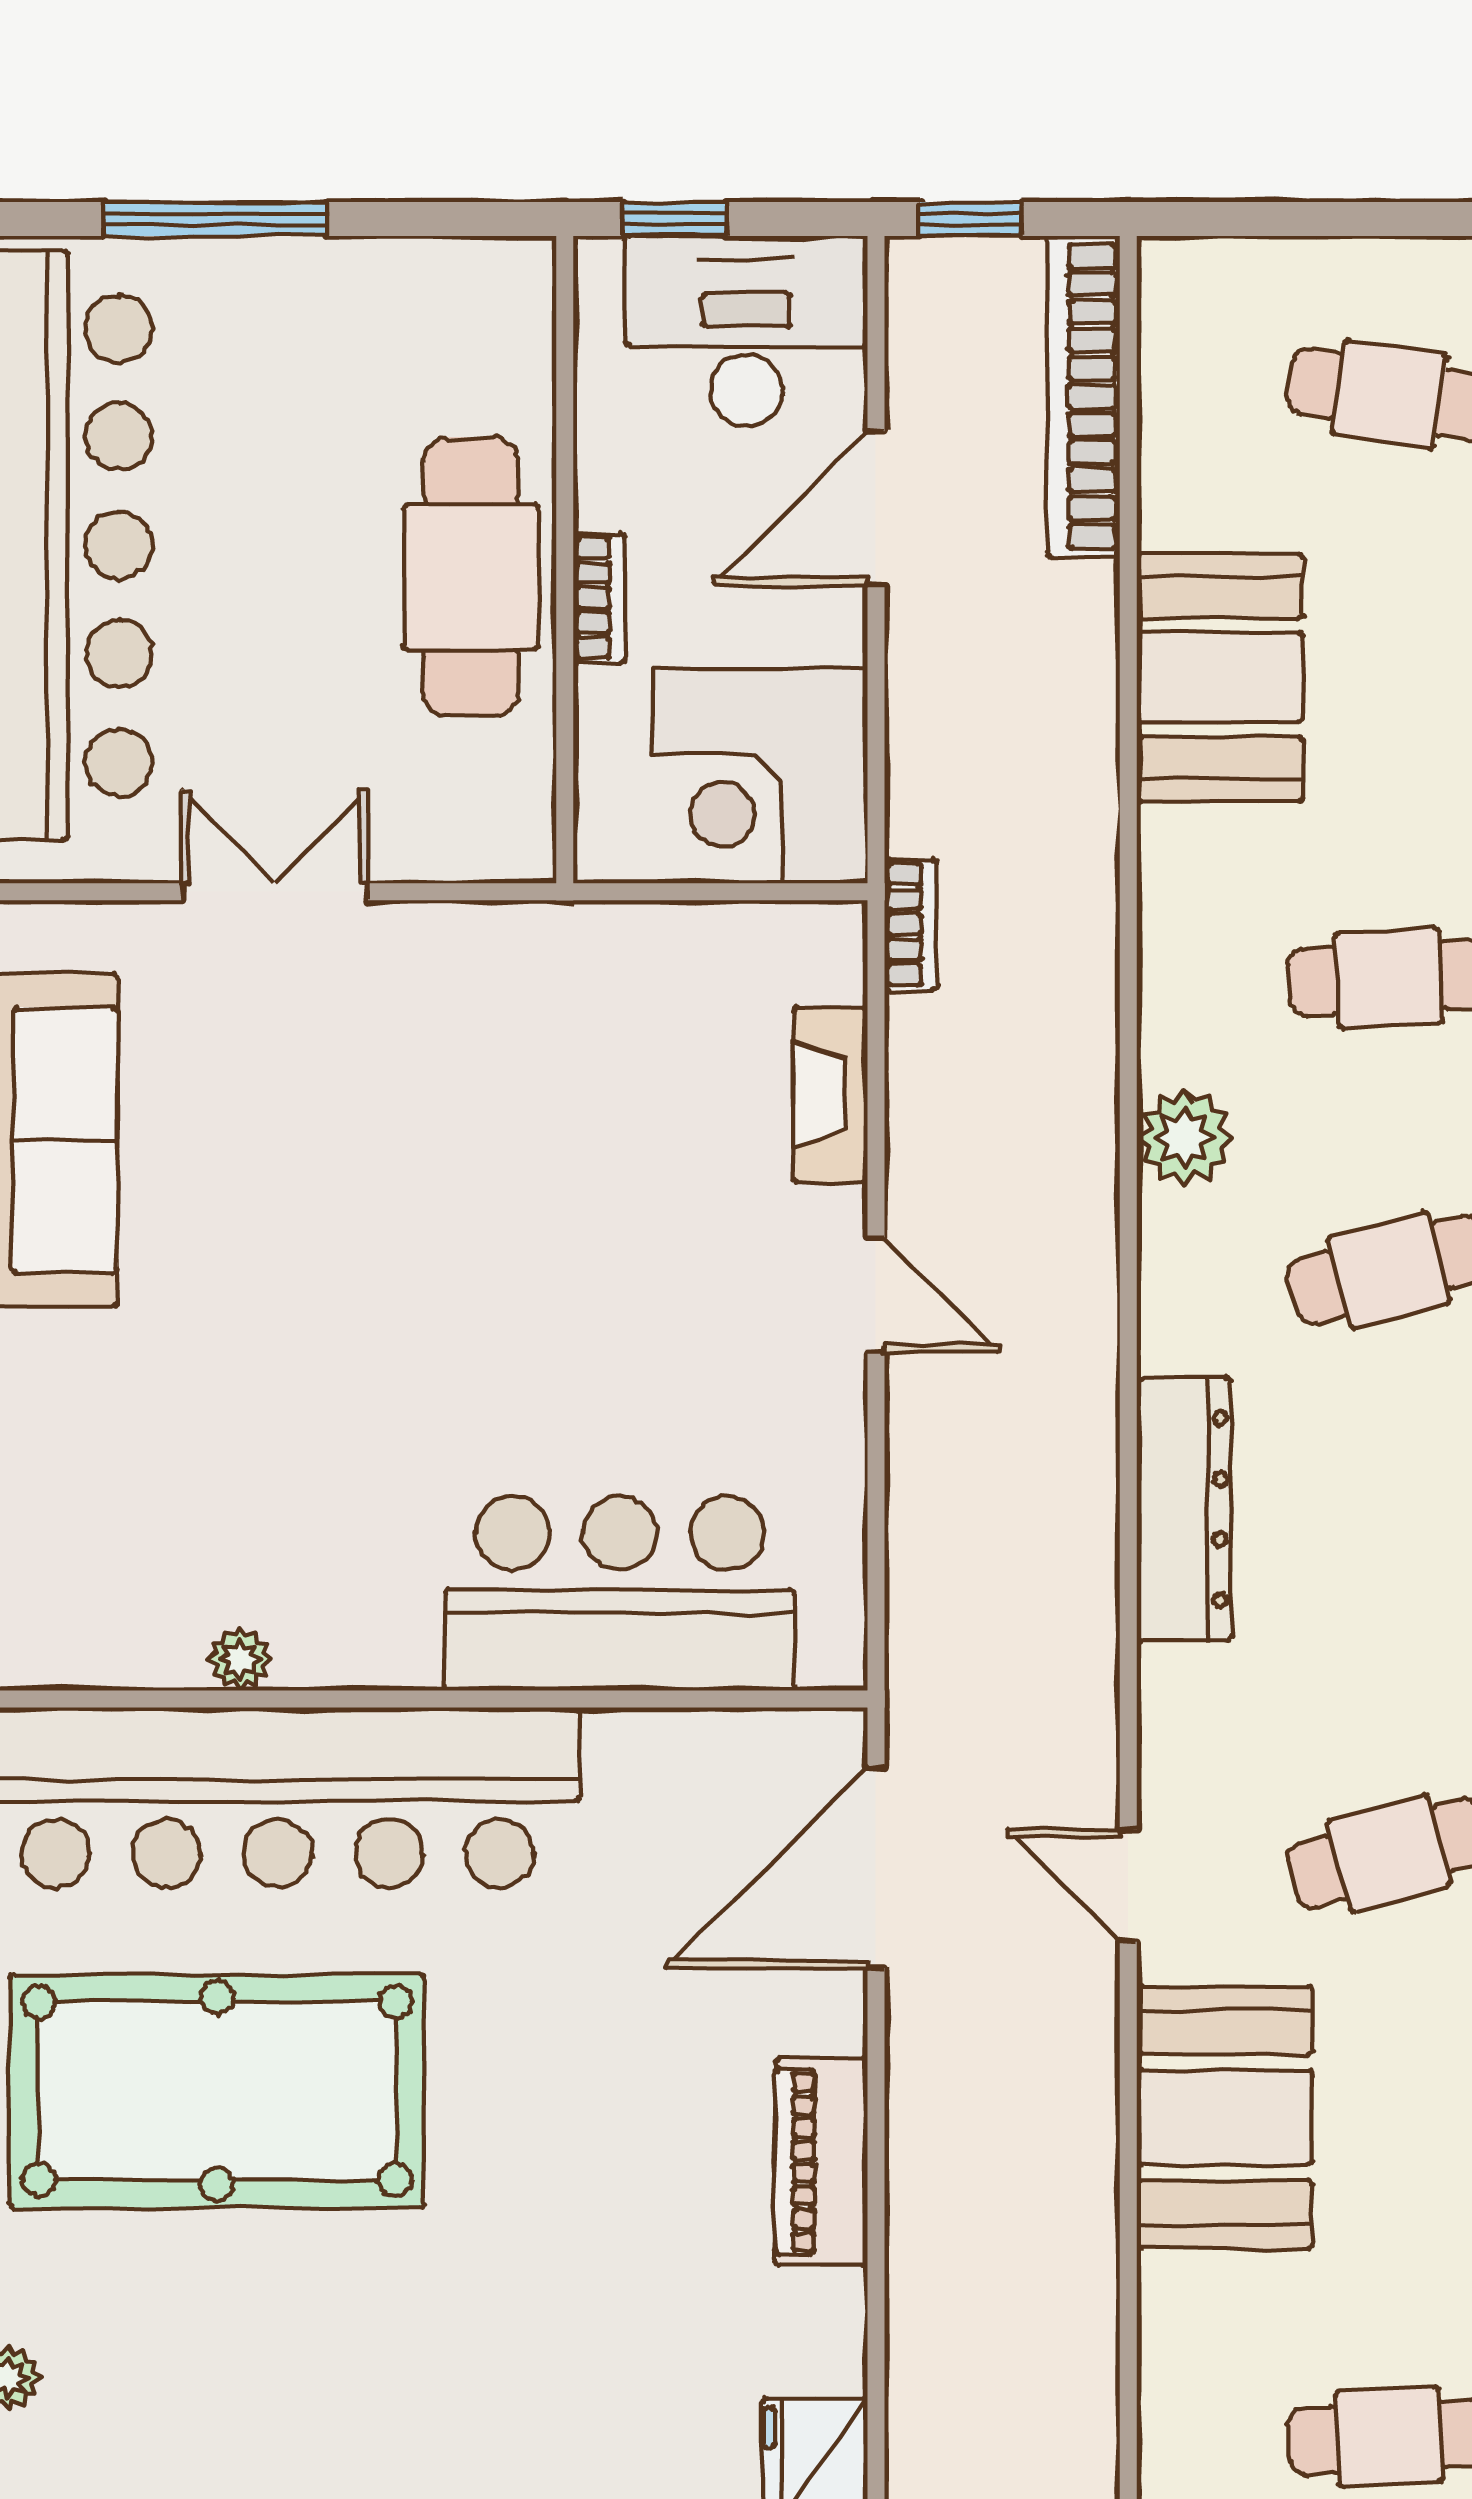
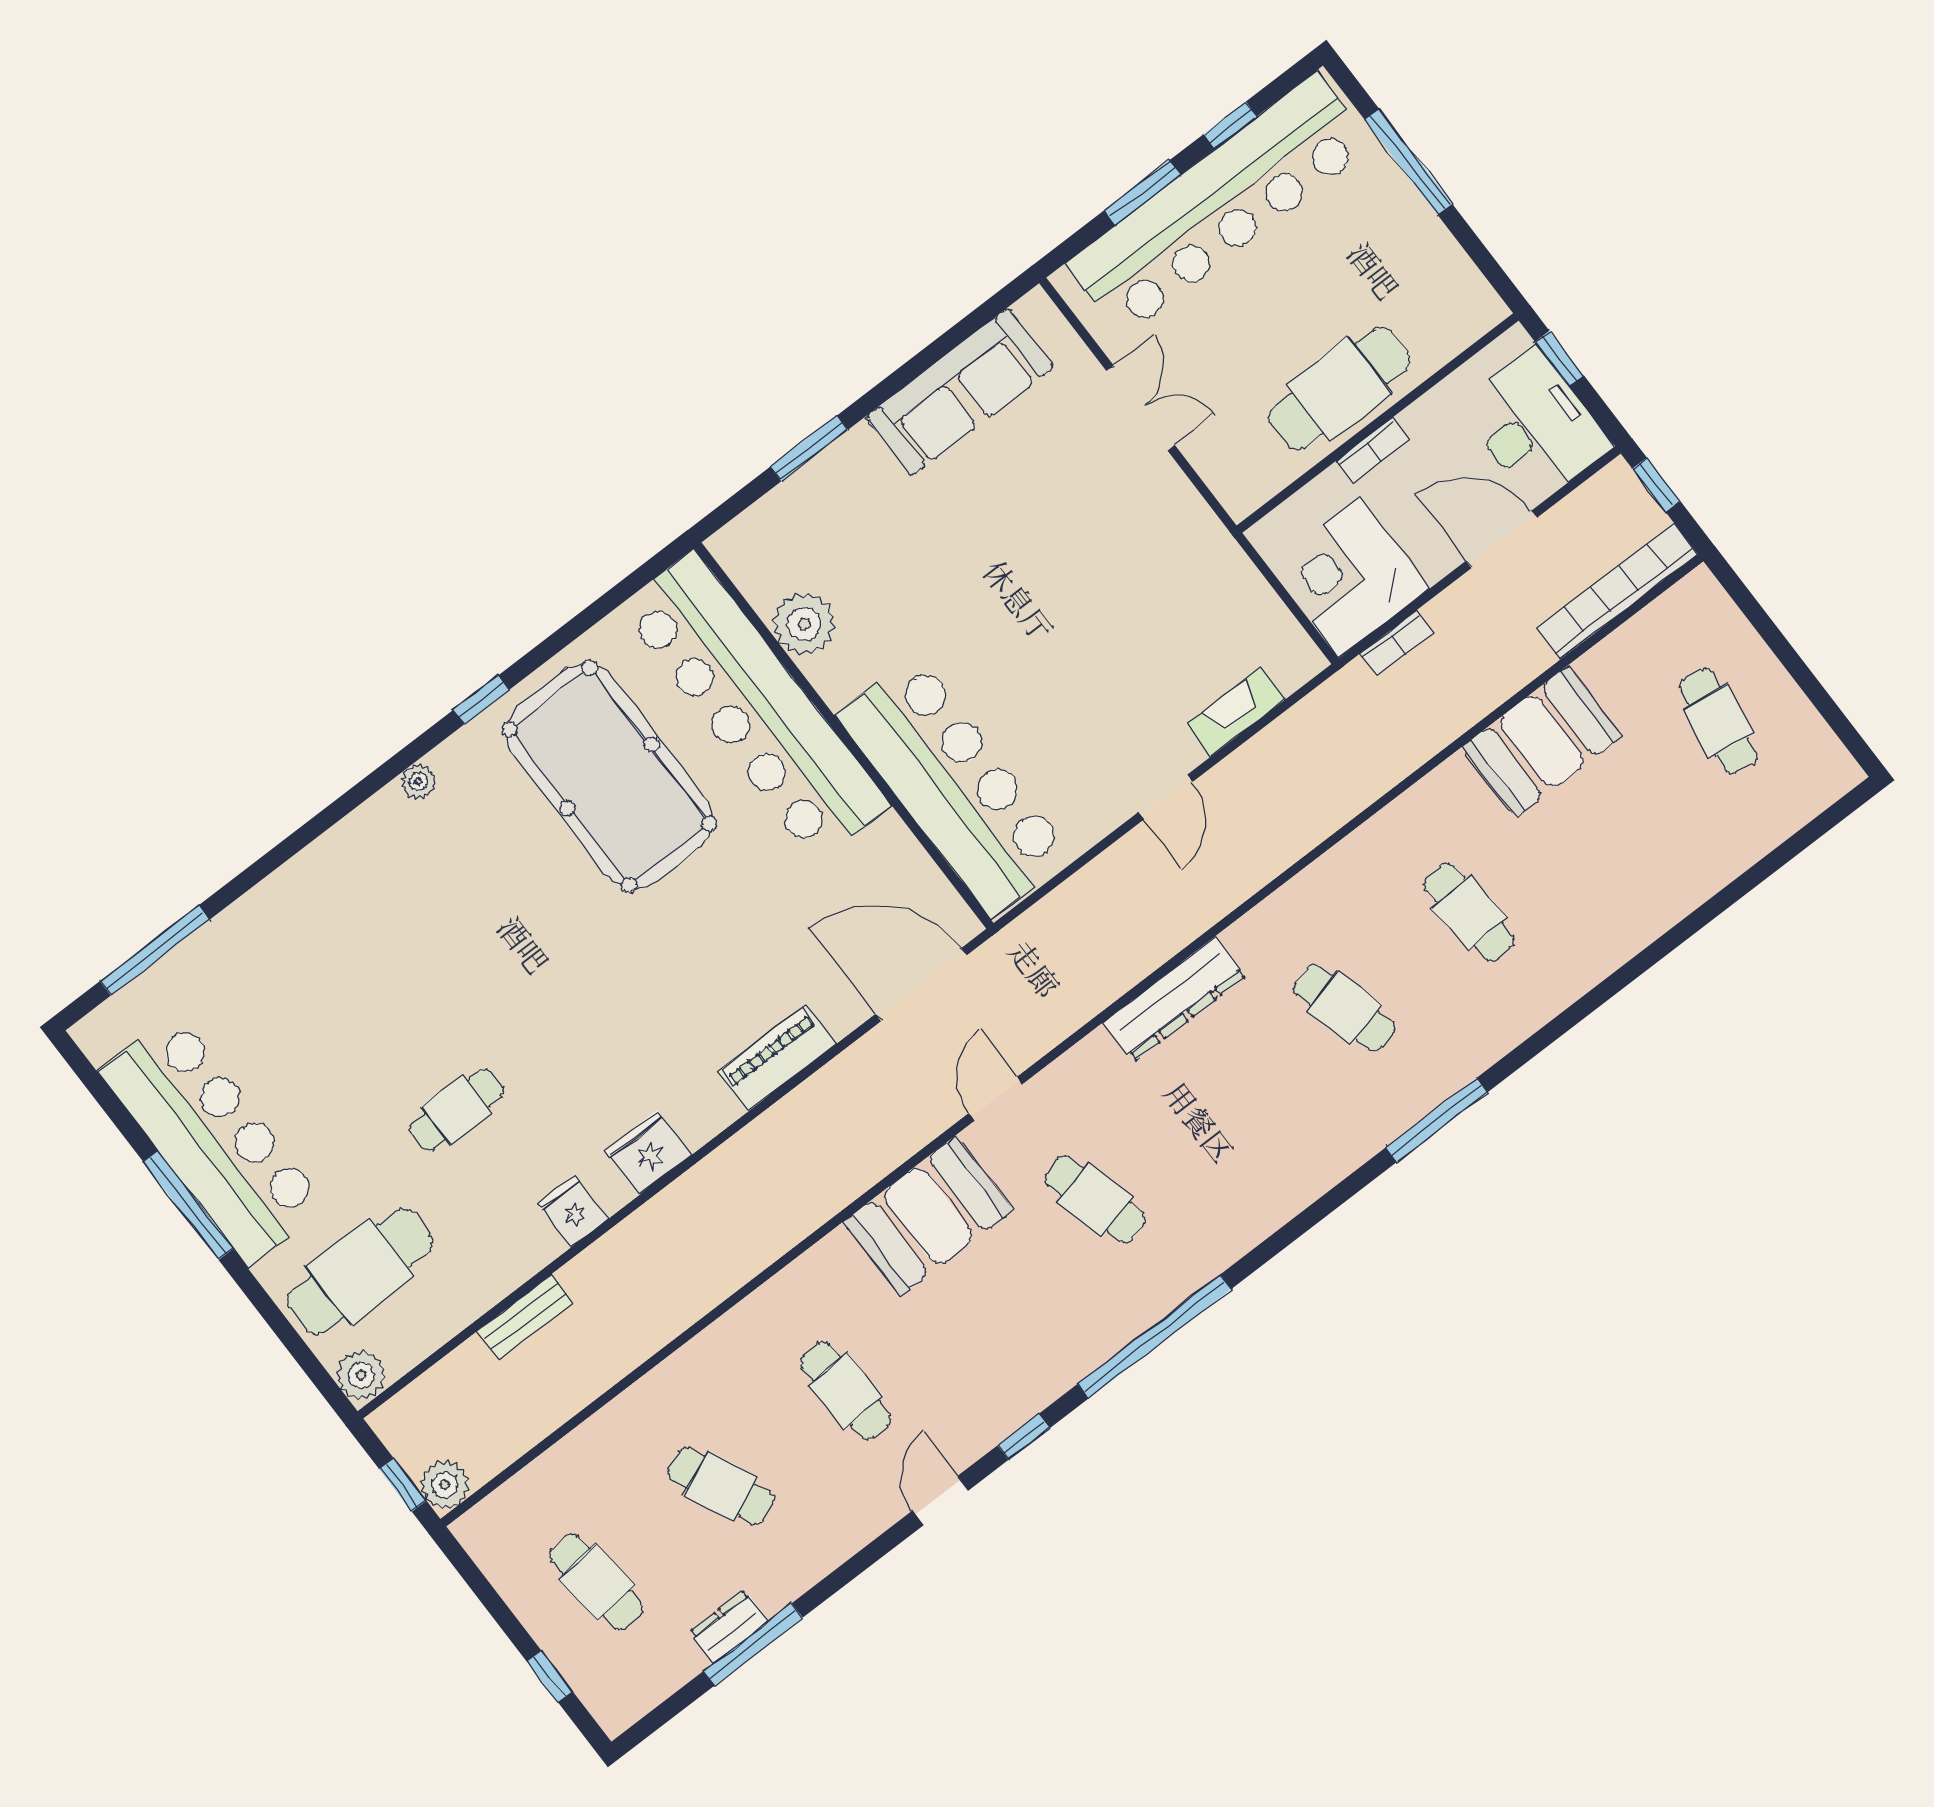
bookcase: (911, 924) -> (1397, 643), moved
plant: (1184, 1138) -> (1334, 877), removed
bar counter: (620, 1593) -> (954, 786), width x1.36
plant: (240, 1659) -> (804, 624), width x1.88, depth x1.88

